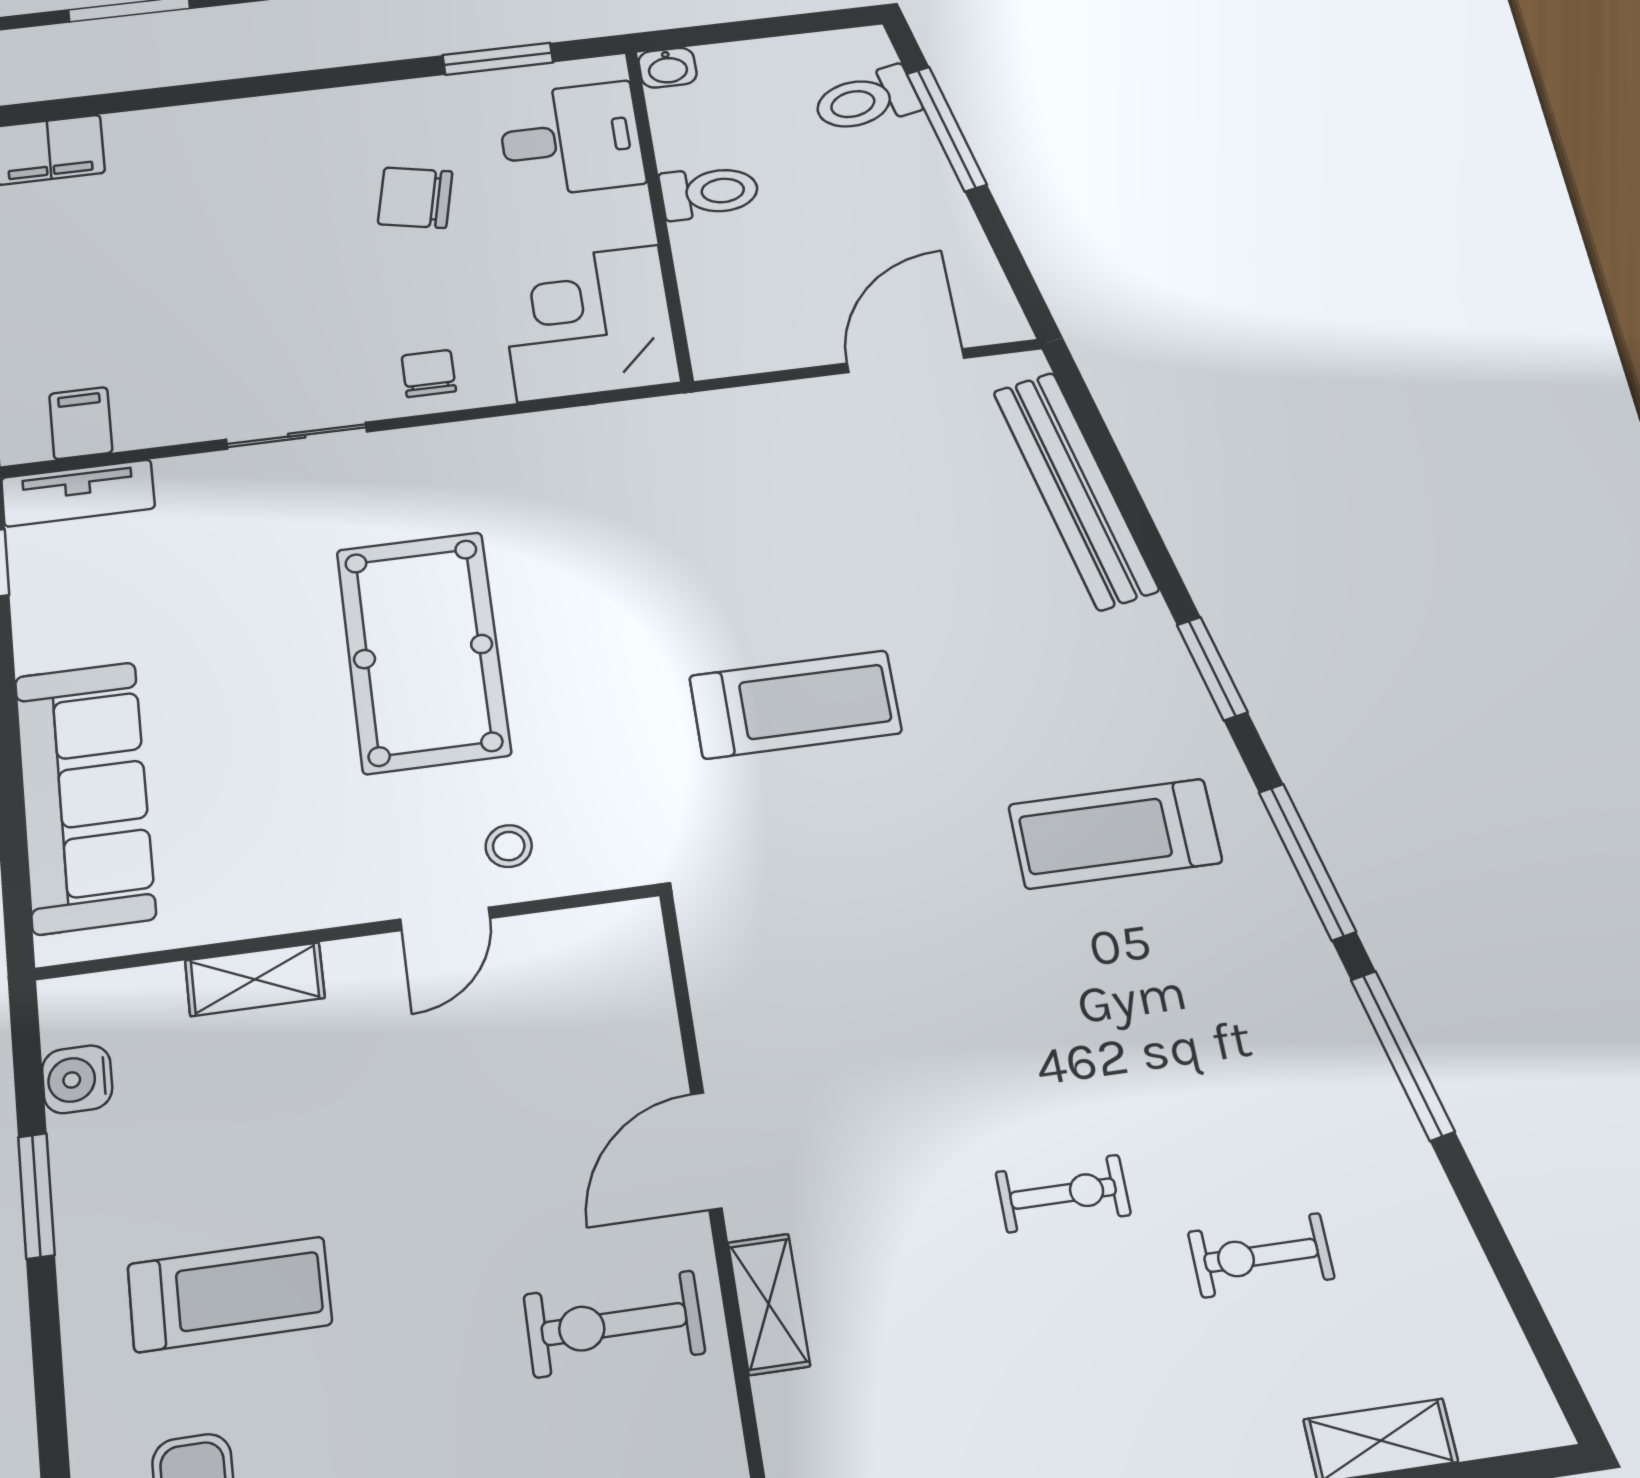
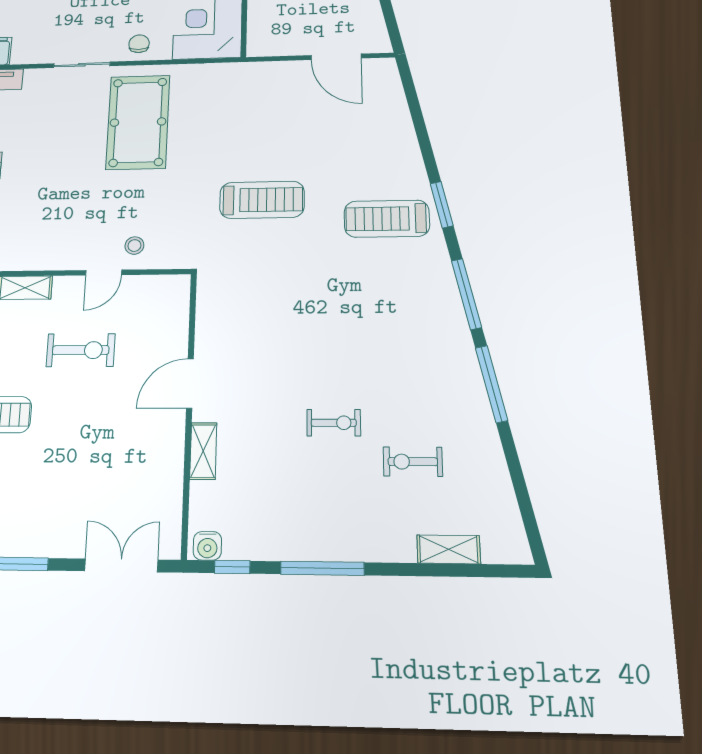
door: (906, 361) -> (336, 57), swing flipped
bench: (1075, 490) -> (398, 120), removed
pool table: (423, 652) -> (138, 122), moved
treadmill: (1115, 834) -> (387, 219), moved
exercise bike: (614, 1324) -> (81, 350), moved, turned 180

